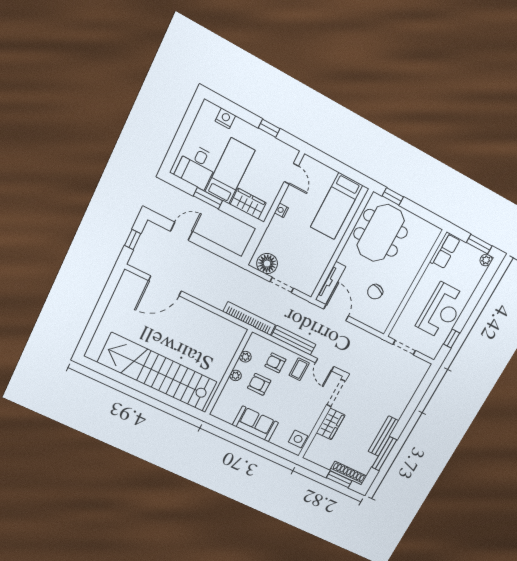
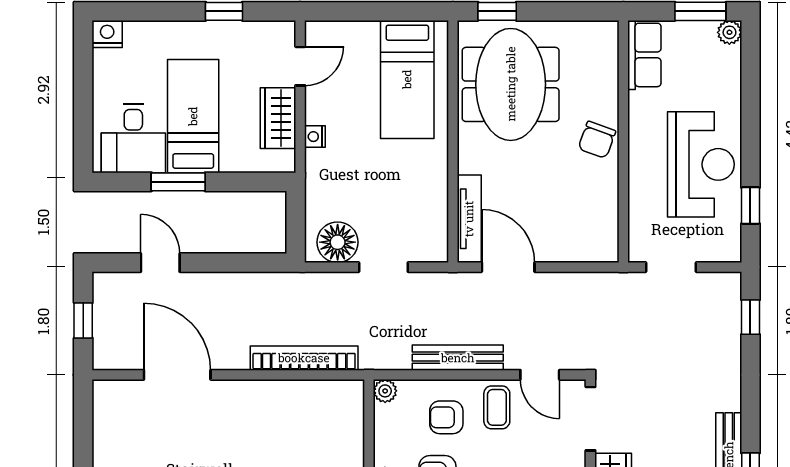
nightstand: (225, 118) -> (107, 34), moved
door: (291, 174) -> (300, 66), hinge flipped
wardrobe: (248, 204) -> (278, 118), moved, turned -90
door: (181, 231) -> (160, 263), hinge flipped
door: (165, 286) -> (177, 375), swing flipped
chair: (375, 292) -> (597, 140), moved
bookcase: (249, 318) -> (304, 358), moved
plant: (245, 357) -> (385, 391), moved
window: (425, 384) -> (750, 317), added

